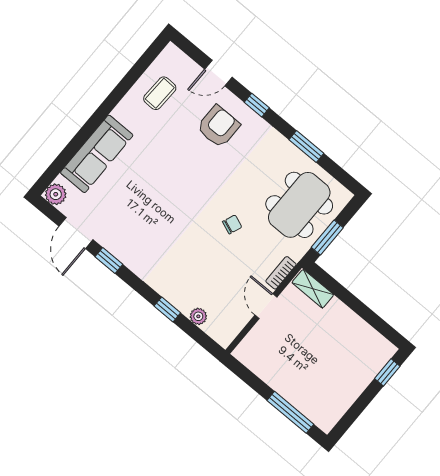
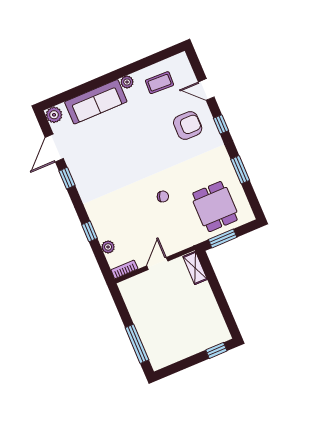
plant: (121, 112) -> (127, 82), added
dining table: (299, 205) -> (215, 207), width x0.73
bookcase: (281, 273) -> (124, 269), moved

